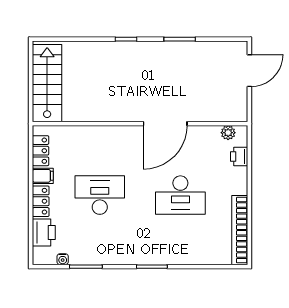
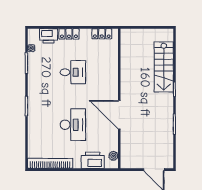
stairs: (47, 83) -> (164, 67), moved, turned 90
printer: (239, 156) -> (93, 160), width x1.87, depth x1.48
filing cabinet: (43, 176) -> (85, 35), removed
desk: (100, 195) -> (73, 72), width x0.73
desk: (180, 195) -> (73, 125), turned 180

